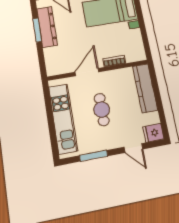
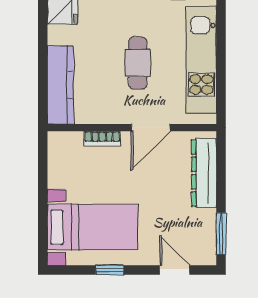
dresser: (47, 27) -> (204, 173), moved
window: (37, 30) -> (221, 234), moved

